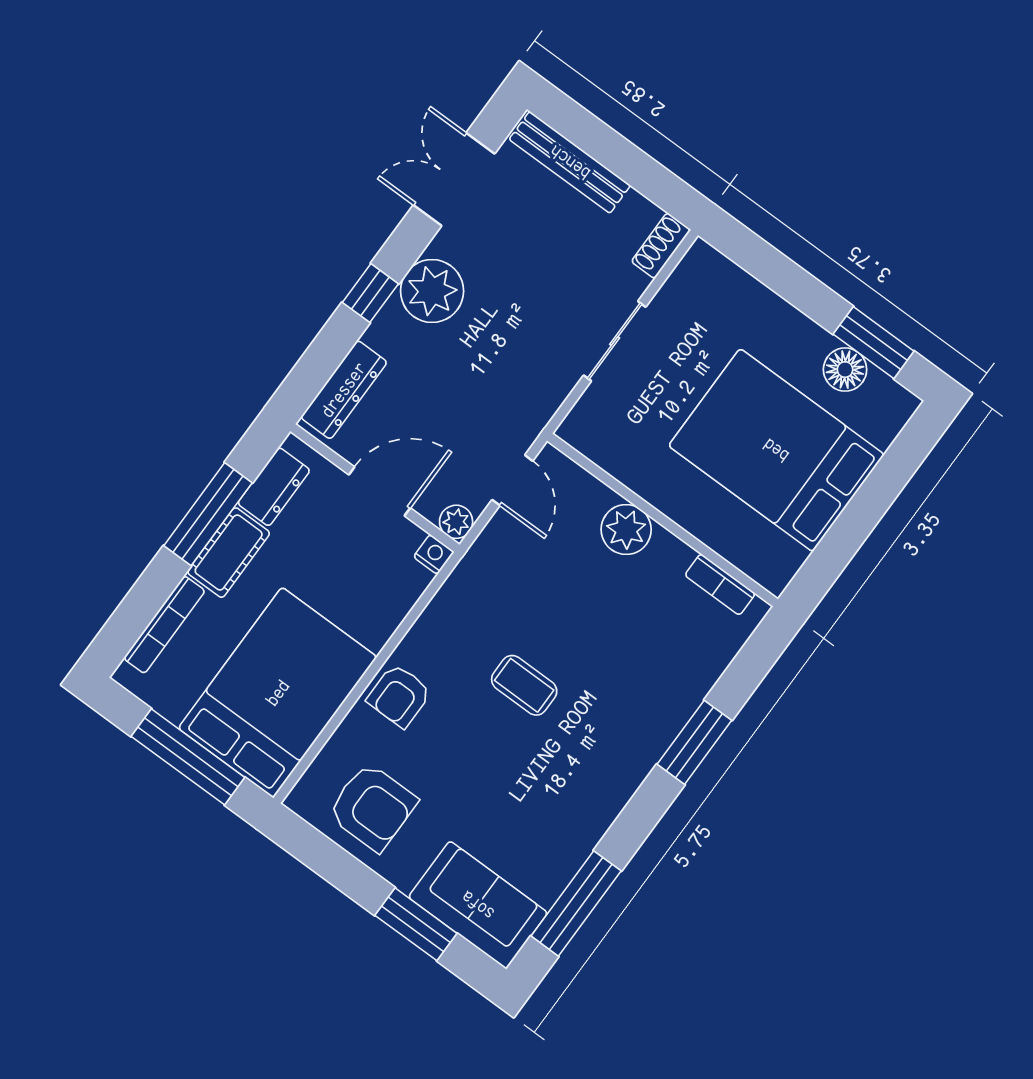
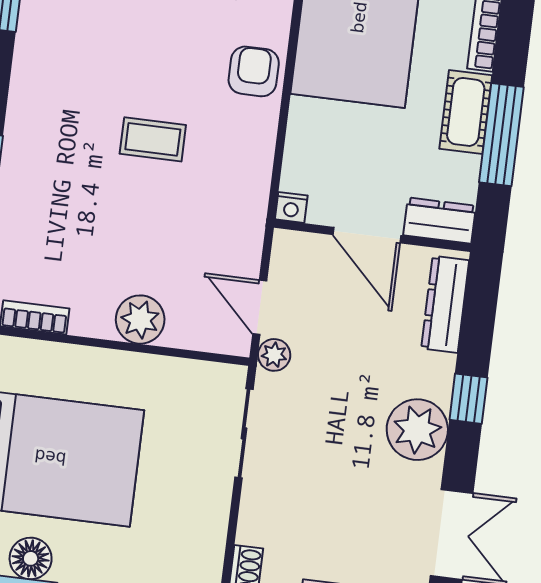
sliding door: (615, 341) -> (244, 433), moved
dresser: (274, 487) -> (440, 221), moved, turned 90
door: (380, 491) -> (367, 235), hinge flipped
plant: (456, 522) -> (274, 355), moved

